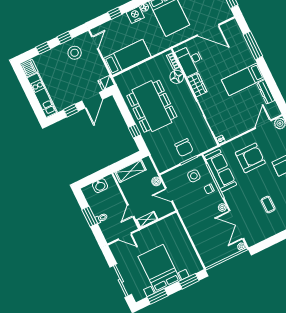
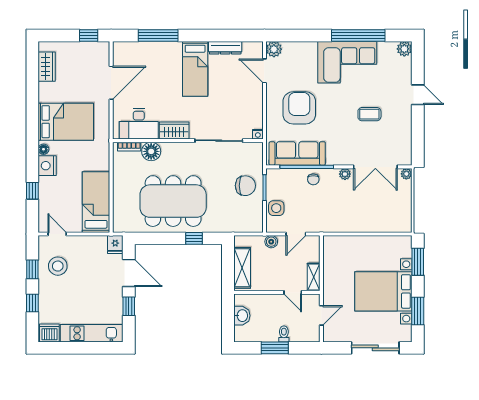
side table: (194, 176) -> (276, 208), moved

